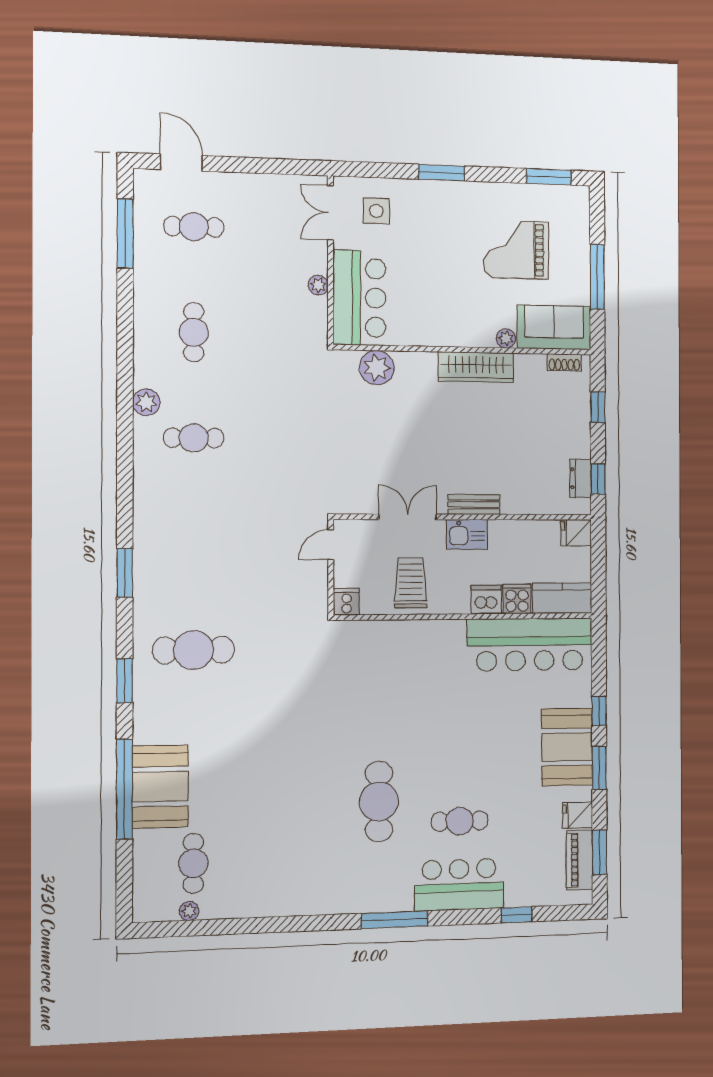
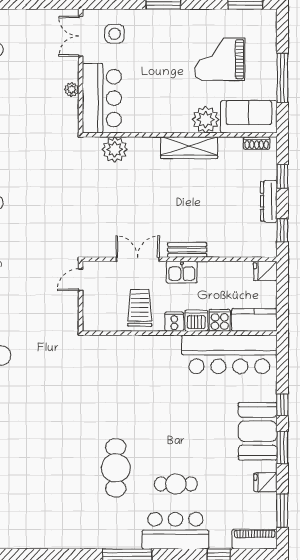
plant: (506, 338) -> (206, 120), width x1.88, depth x1.88
dresser: (581, 478) -> (269, 201), moved, width x1.44
cooker: (347, 602) -> (174, 322), moved
piano: (580, 860) -> (255, 539), moved, turned 90

